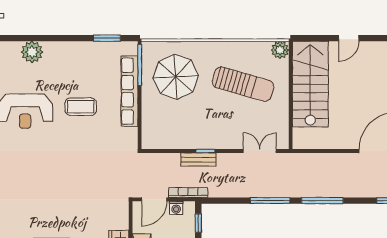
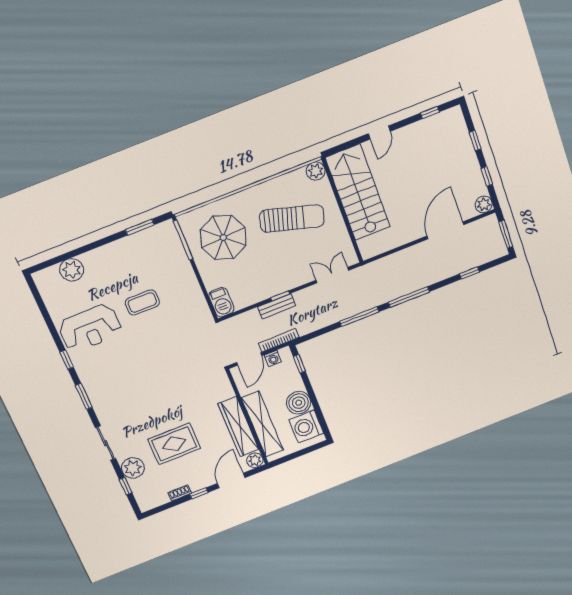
row of seats: (129, 91) -> (184, 269), removed
barbecue: (151, 135) -> (221, 302), added

